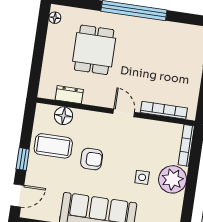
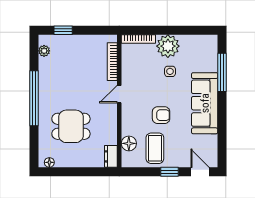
plant: (189, 31) -> (44, 51), added
dresser: (69, 95) -> (111, 156), moved
armchair: (92, 159) -> (161, 115), turned 90

